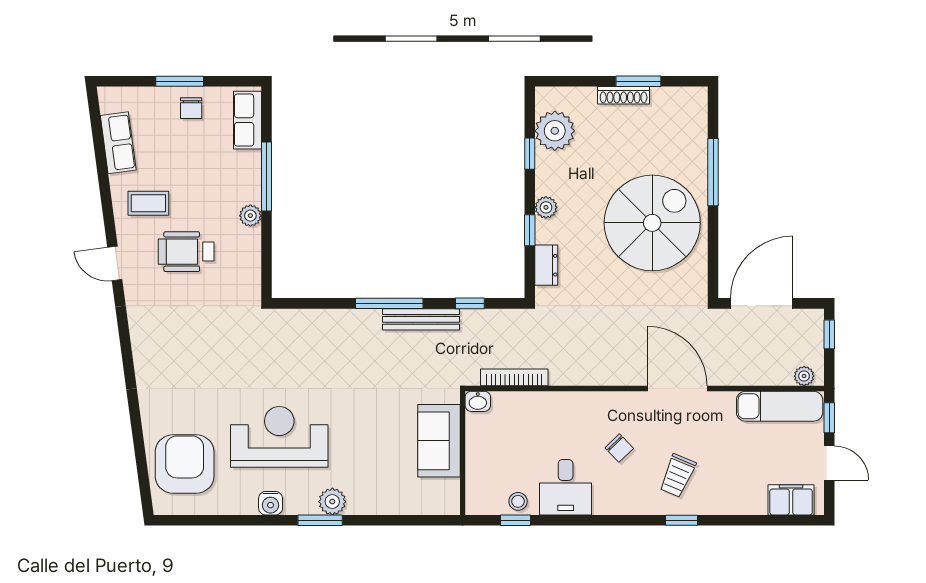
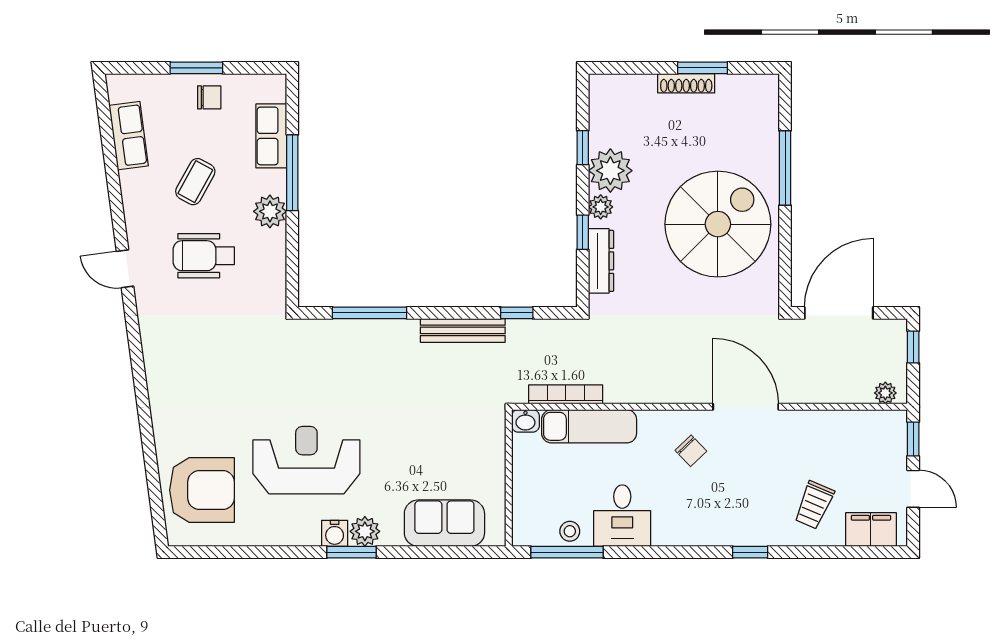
chair: (191, 108) -> (209, 97), turned -90
row of seats: (247, 120) -> (271, 136), moved
plant: (555, 131) -> (610, 171), moved
coffee table: (148, 203) -> (195, 182), moved, turned -61
plant: (250, 216) -> (270, 211), width x1.38, depth x1.38
dresser: (546, 265) -> (601, 261), width x1.44
window: (389, 303) -> (369, 313), moved
exam couch: (780, 406) -> (589, 426), moved
sofa: (439, 441) -> (444, 523), moved, turned 90
chair: (619, 448) -> (691, 451), moved
armchair: (185, 464) -> (202, 490), turned 90
trolley: (678, 476) -> (814, 505), moved
water cooler: (271, 503) -> (335, 533), moved
window: (515, 520) -> (567, 552), width x2.17

